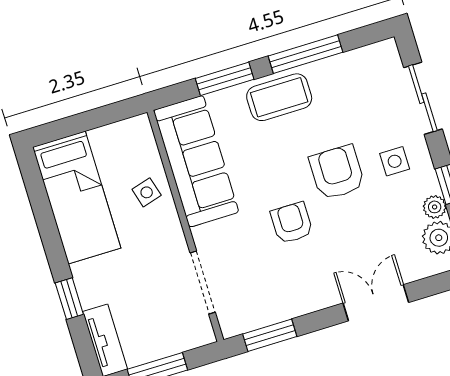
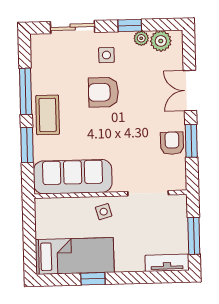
side table: (147, 192) -> (104, 212), moved
armchair: (292, 223) -> (172, 143), moved, turned 90
window: (69, 299) -> (93, 279), moved
window: (270, 335) -> (191, 141), moved

